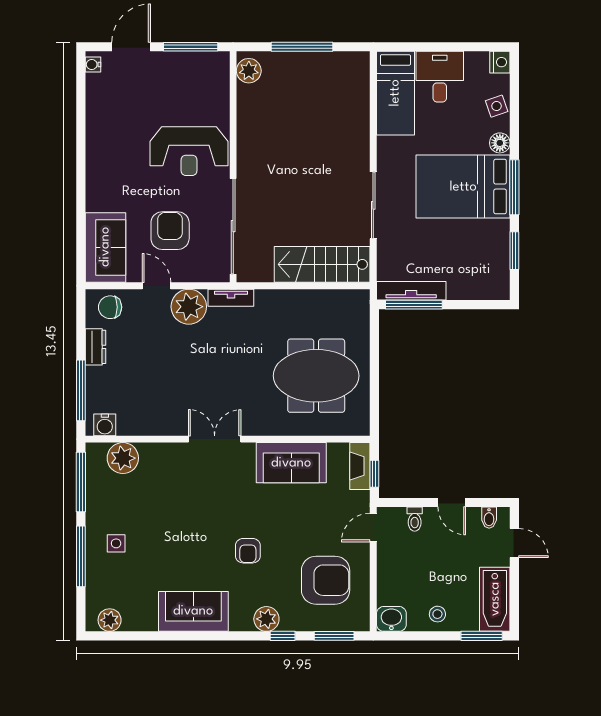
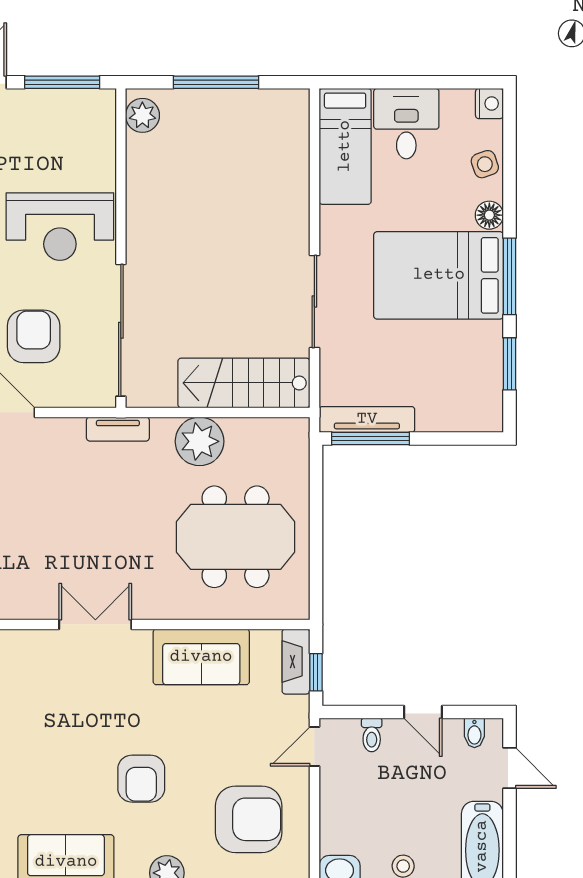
plant: (189, 307) -> (200, 441), moved
armchair: (248, 551) -> (141, 779), width x1.38, depth x1.38

